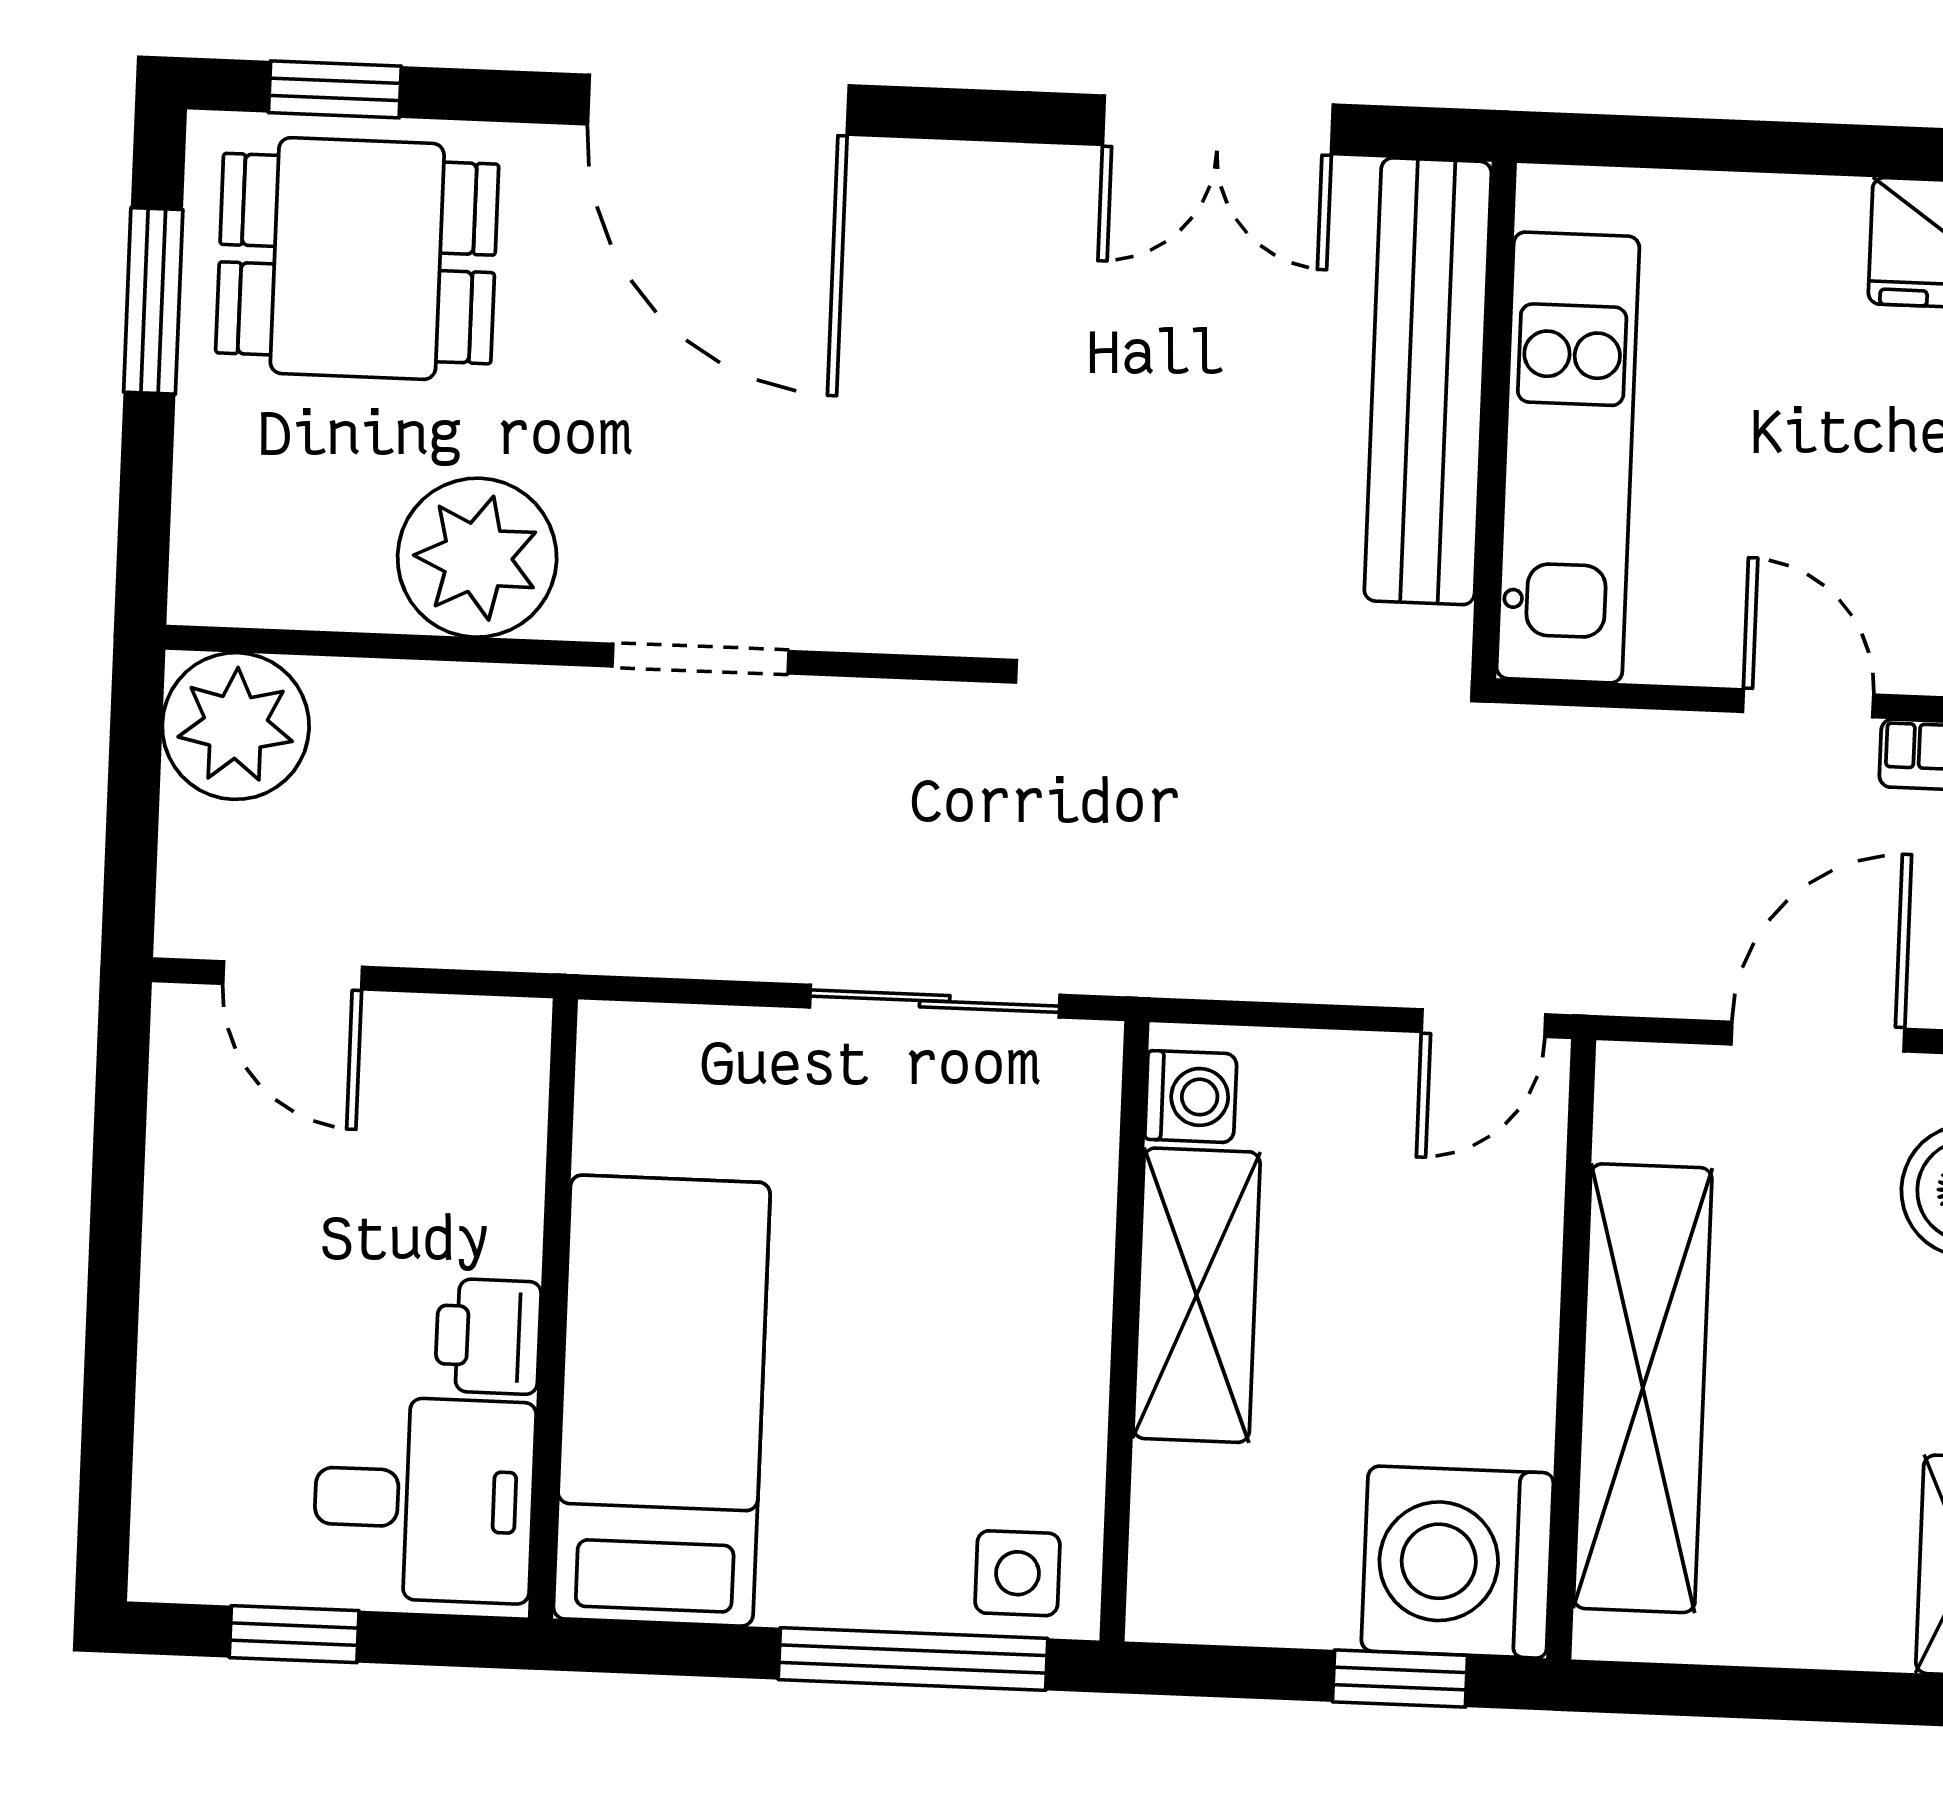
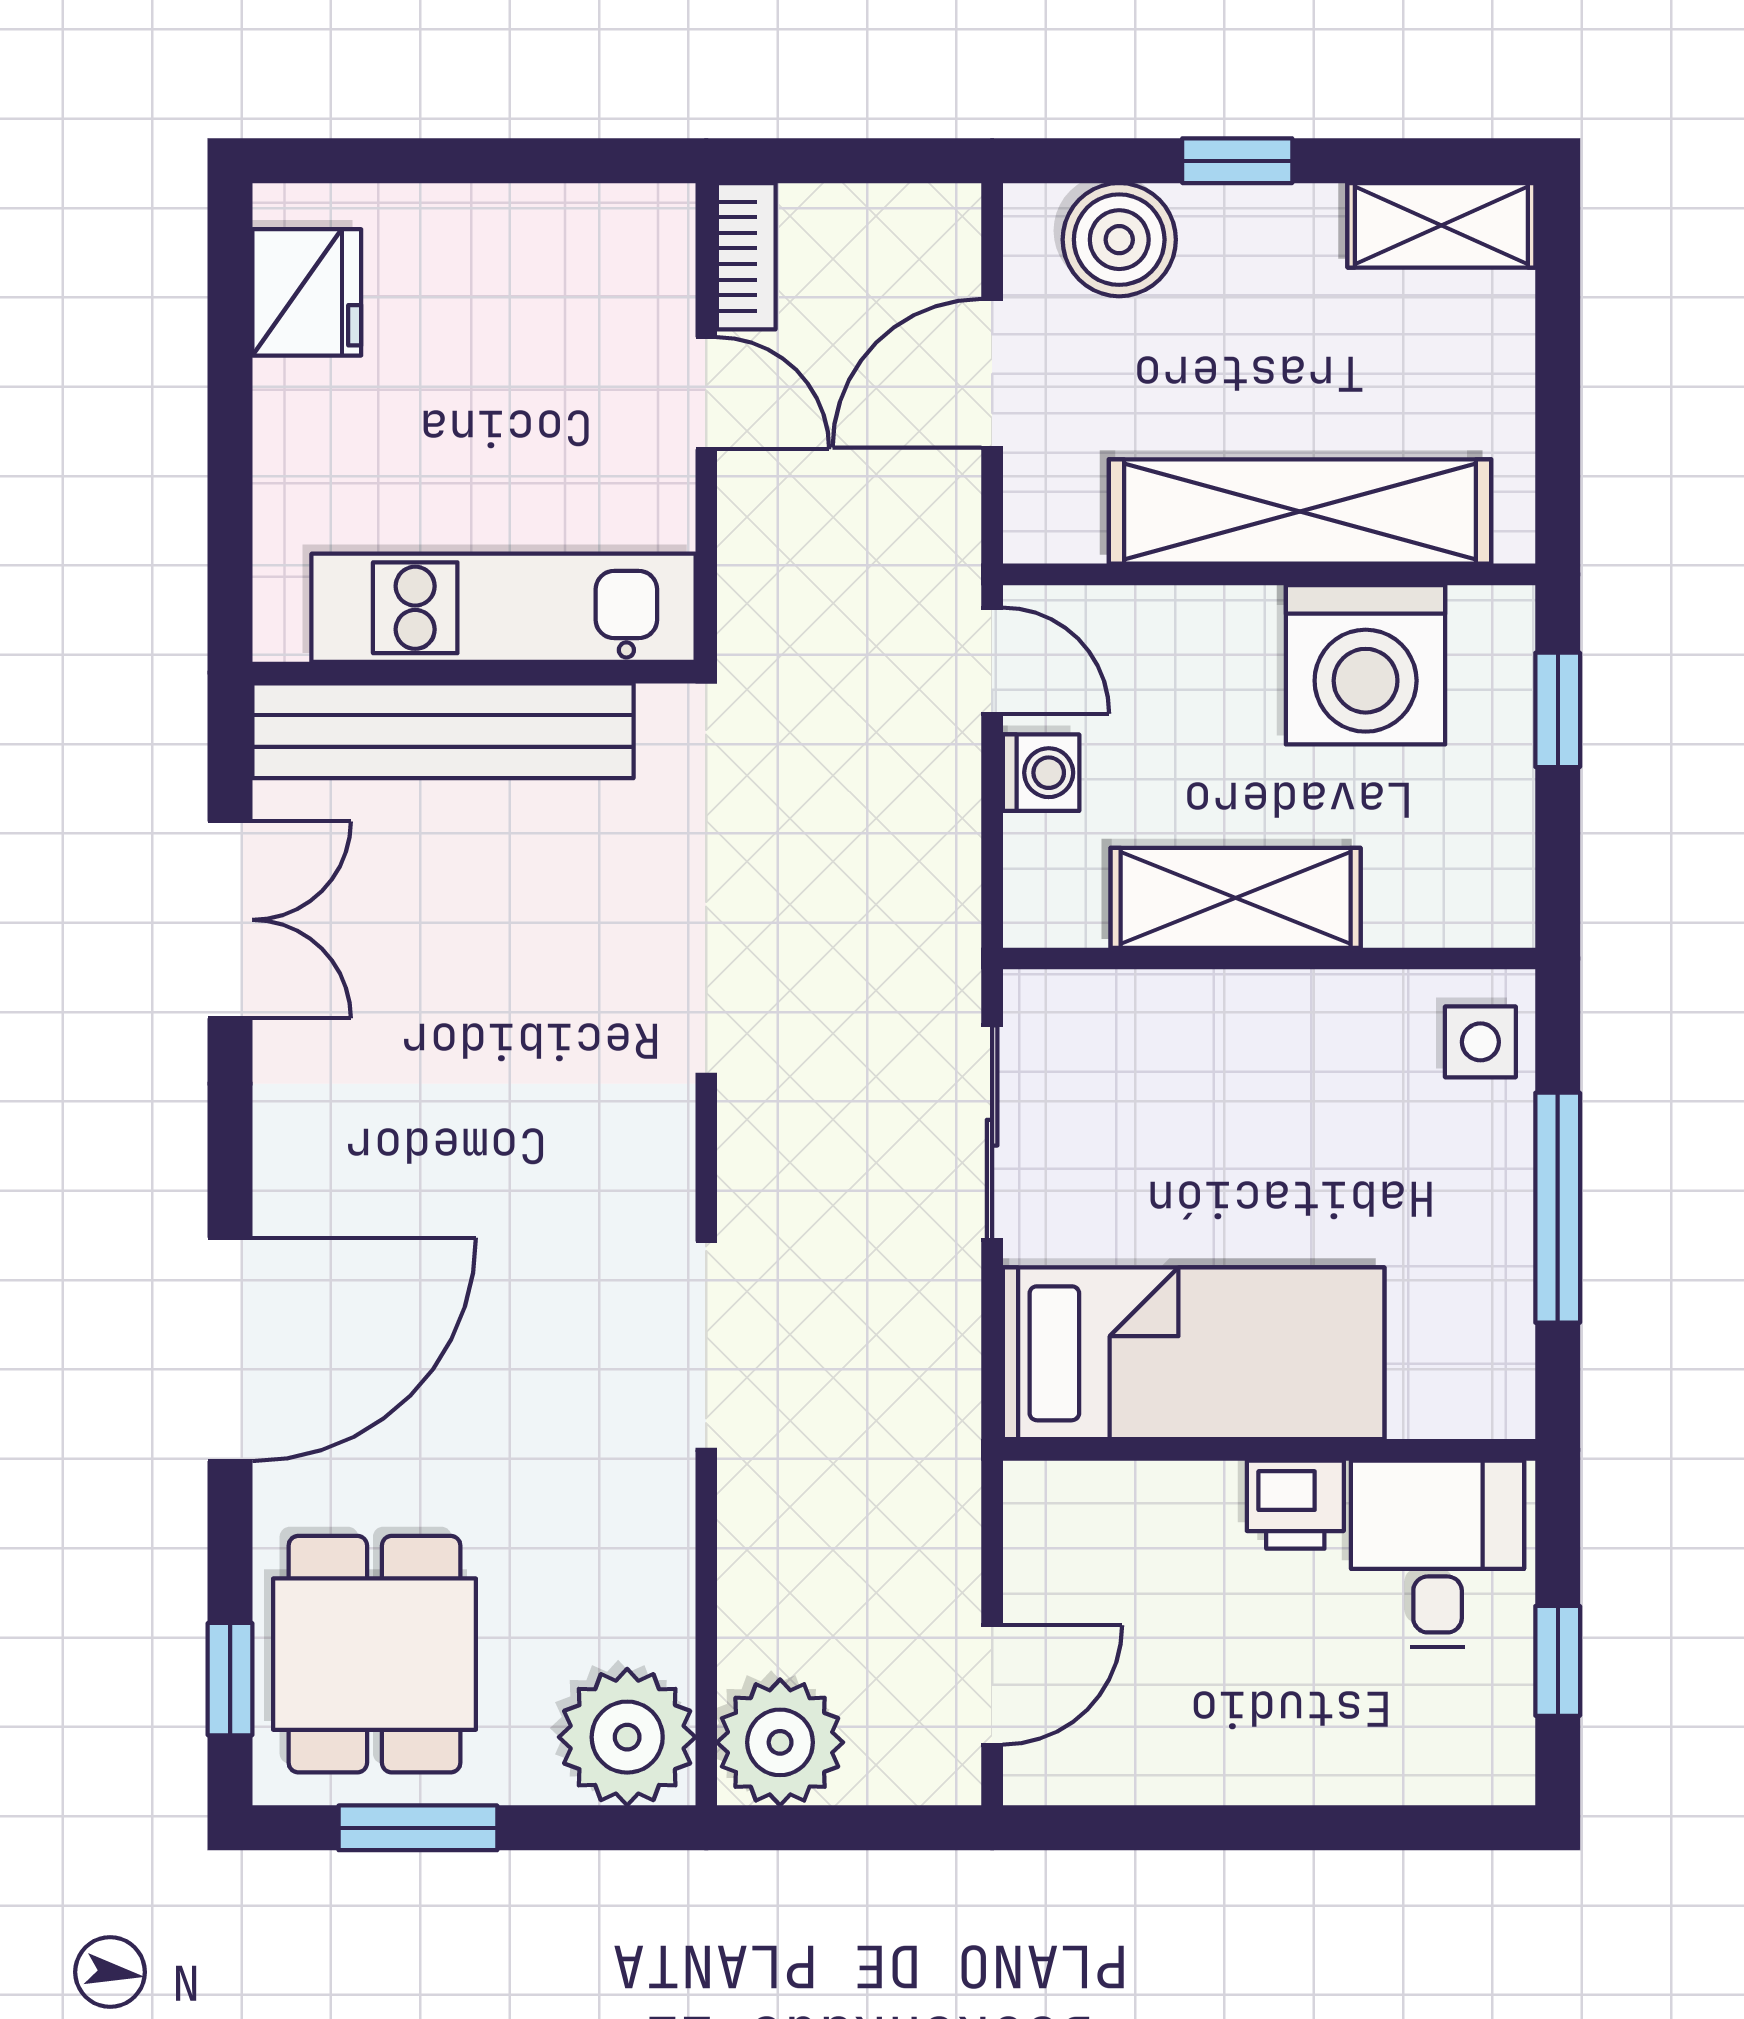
plant: (477, 558) -> (627, 1737), moved
doorway: (700, 659) -> (706, 1346), width x1.38
door: (1808, 703) -> (706, 393), swing flipped
door: (1818, 1037) -> (992, 373), hinge flipped
washing machine: (1191, 1097) -> (1041, 773), moved, turned 90
bed: (662, 1401) -> (1194, 1353), moved, turned 180
washing machine: (1457, 1562) -> (1366, 665), moved
window: (913, 1659) -> (1558, 1208), moved

